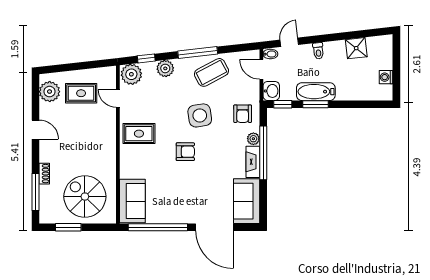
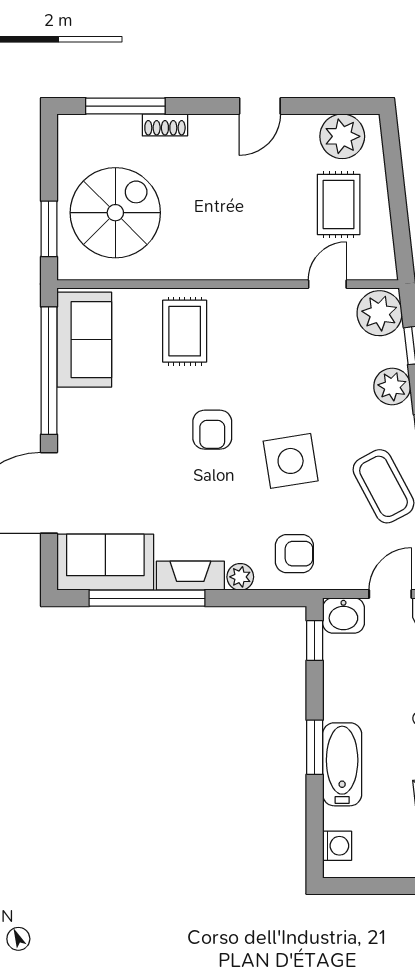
washing machine: (386, 77) -> (337, 846), moved, turned 90
bathtub: (316, 92) -> (342, 764), moved
window: (316, 104) -> (315, 747), moved
armchair: (243, 114) -> (294, 554), turned 180
rug: (139, 134) -> (185, 331), moved
window: (263, 153) -> (147, 598), moved
sofa: (132, 201) -> (84, 340), moved, turned -90
window: (68, 227) -> (49, 229), moved

